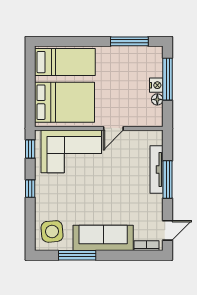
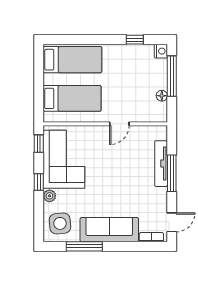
window: (129, 41) -> (135, 40), width x0.46
nightstand: (156, 85) -> (161, 51), moved
bed: (65, 102) -> (72, 98), width x0.67
corner sofa: (71, 151) -> (64, 159), moved, turned -90
plant: (41, 203) -> (49, 196), added

